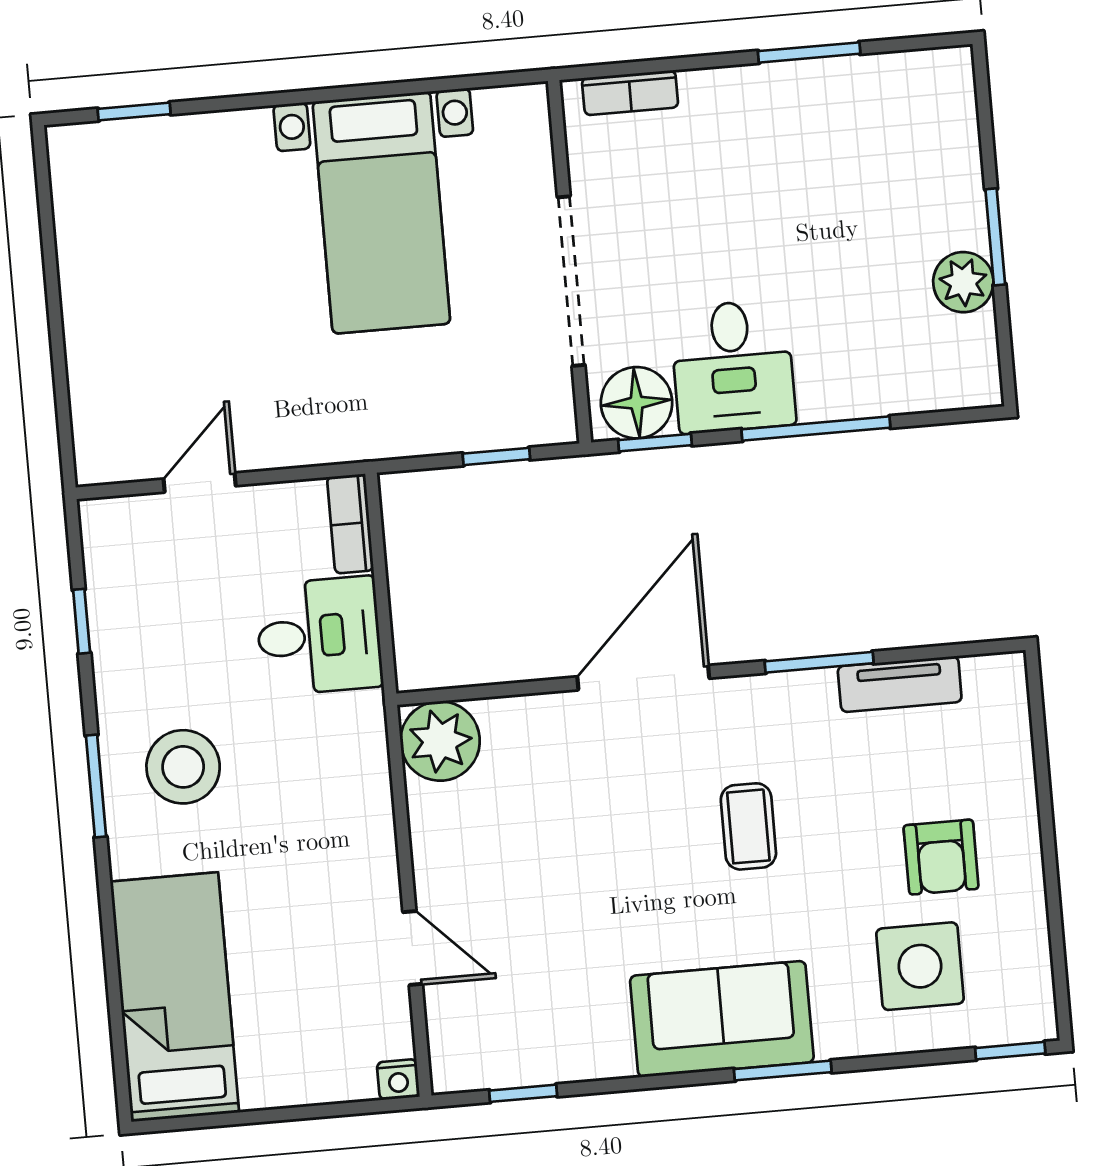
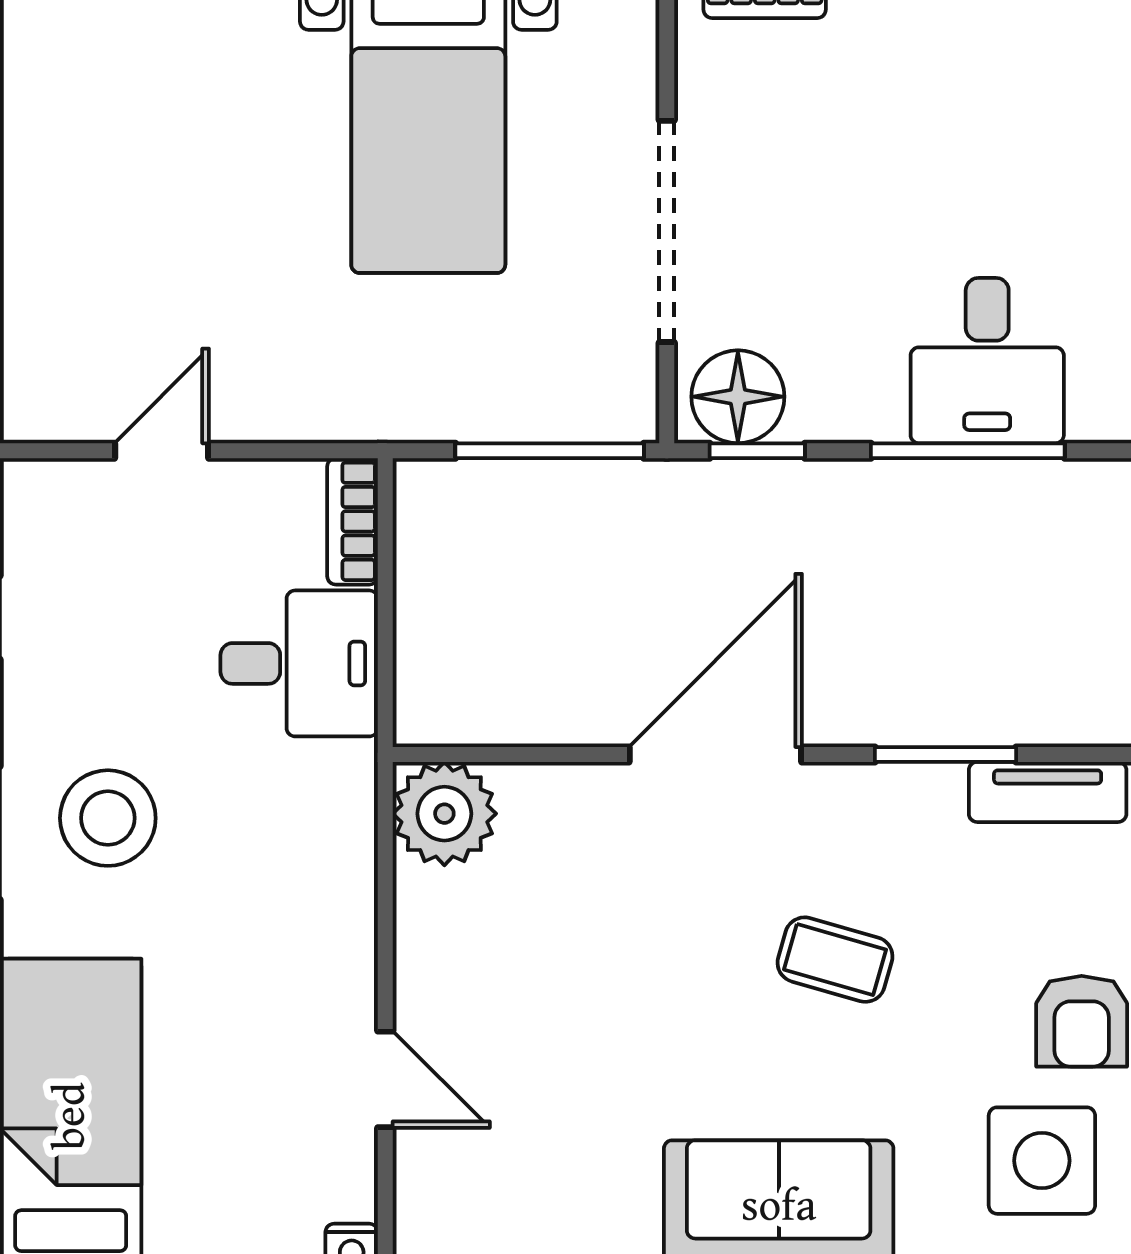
desk: (733, 366) -> (987, 361), moved
window: (496, 456) -> (550, 451), width x2.17
coffee table: (748, 826) -> (835, 960), turned -74

